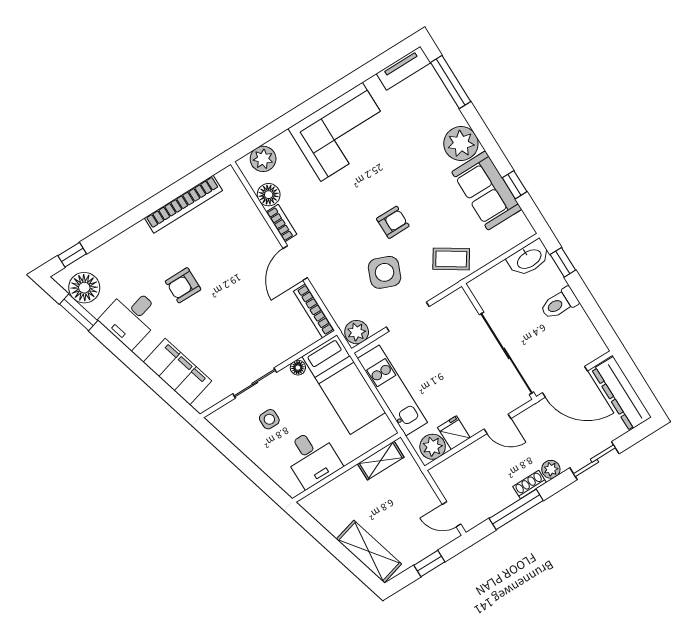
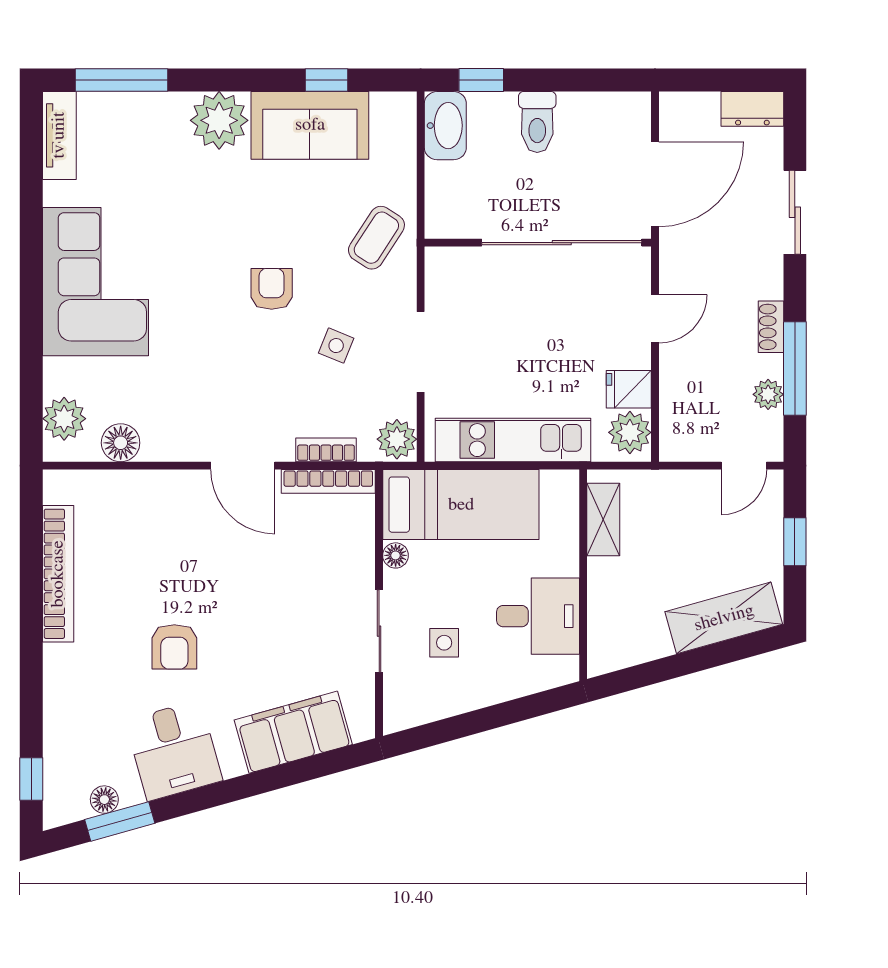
bookcase: (281, 223) -> (326, 450), moved
side table: (385, 272) -> (336, 346), width x0.54, depth x0.54
floor lamp: (84, 288) -> (104, 800), width x0.53, depth x0.53
dresser: (622, 393) -> (752, 109), width x0.51, depth x0.80
plant: (551, 469) -> (768, 394), moved

